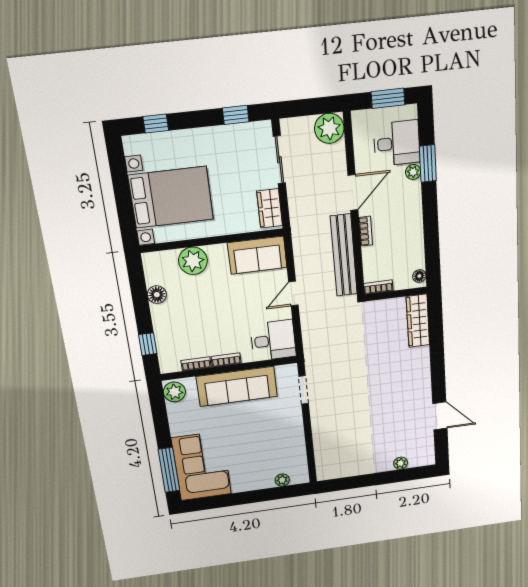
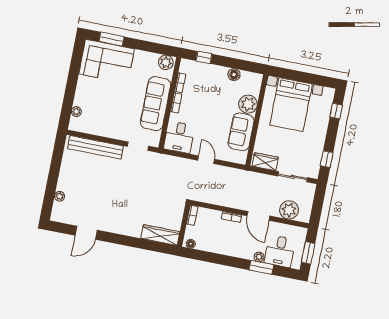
plant: (329, 128) -> (289, 210), moved
sofa: (257, 255) -> (241, 132), moved
bench: (344, 255) -> (96, 147), moved
window: (169, 470) -> (112, 39), width x0.69

